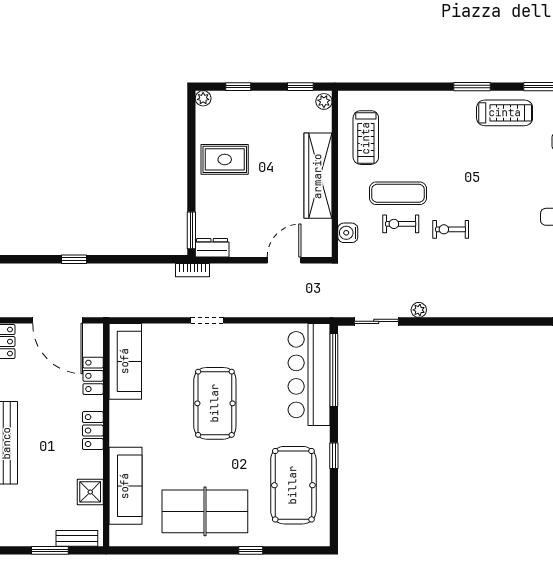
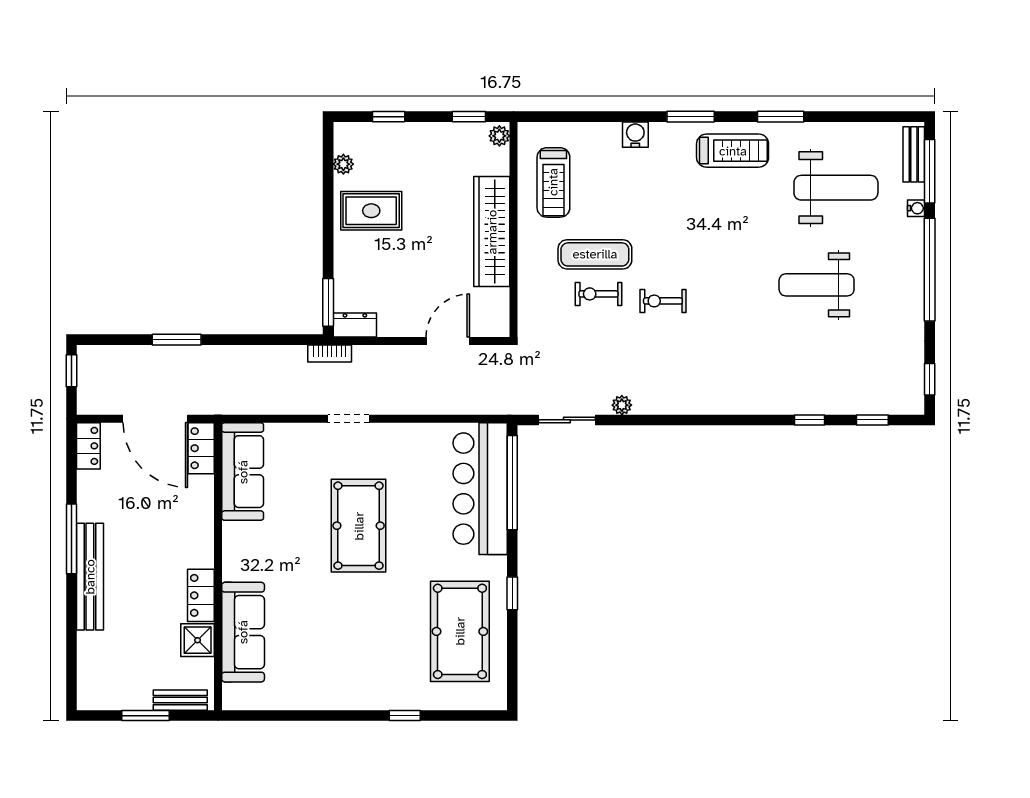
plant: (203, 98) -> (343, 164), moved
water cooler: (348, 233) -> (635, 135), moved, turned 90
window: (74, 259) -> (177, 340), width x1.50
locker: (93, 376) -> (201, 448), moved
locker: (93, 431) -> (201, 595), moved
table tennis table: (205, 511) -> (346, 665), removed

